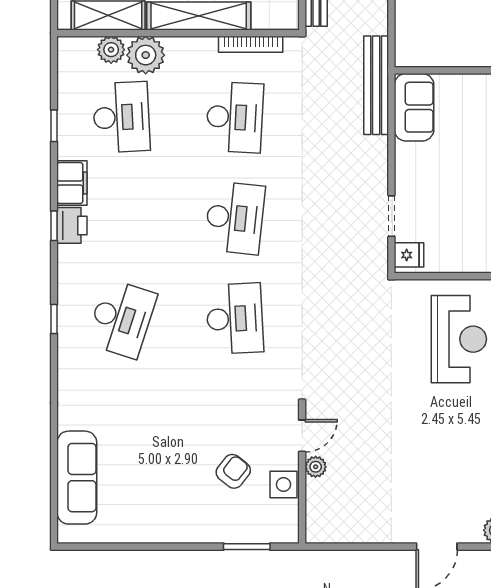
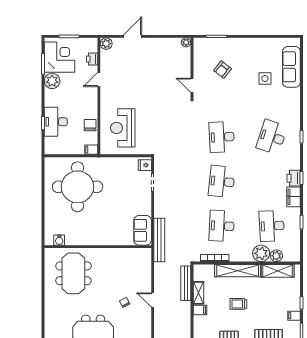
door: (302, 436) -> (192, 85), hinge flipped
plant: (316, 467) -> (186, 42), moved
side table: (283, 485) -> (265, 78), moved

